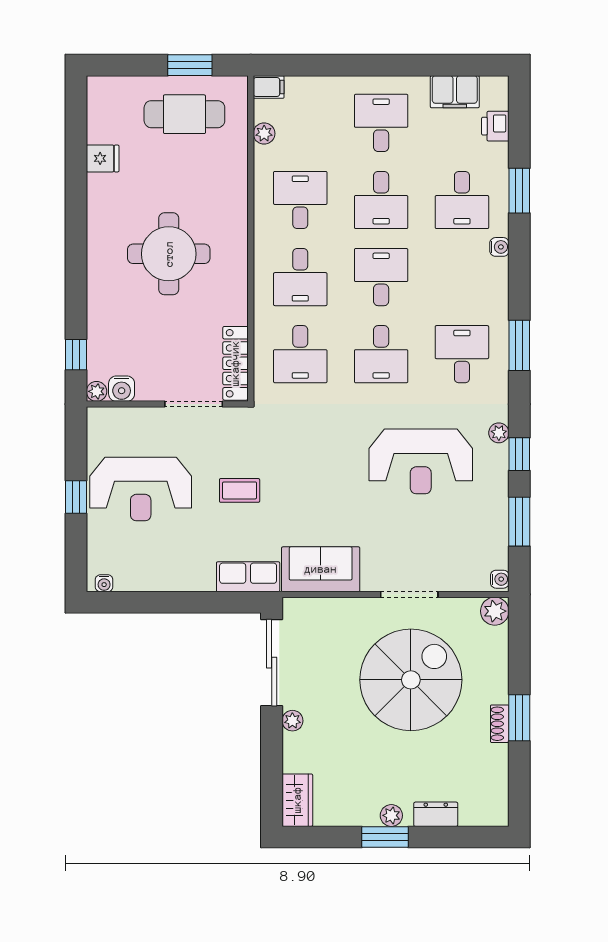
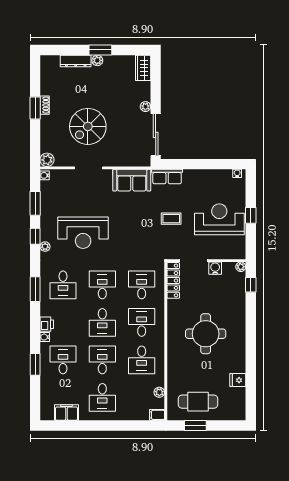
printer: (495, 126) -> (47, 324), moved
water cooler: (122, 389) -> (215, 268), moved
reception desk: (421, 461) -> (83, 233), turned 180
spiral stairs: (411, 680) -> (88, 126), width x0.73, depth x0.73
dresser: (436, 814) -> (76, 61), width x1.44

